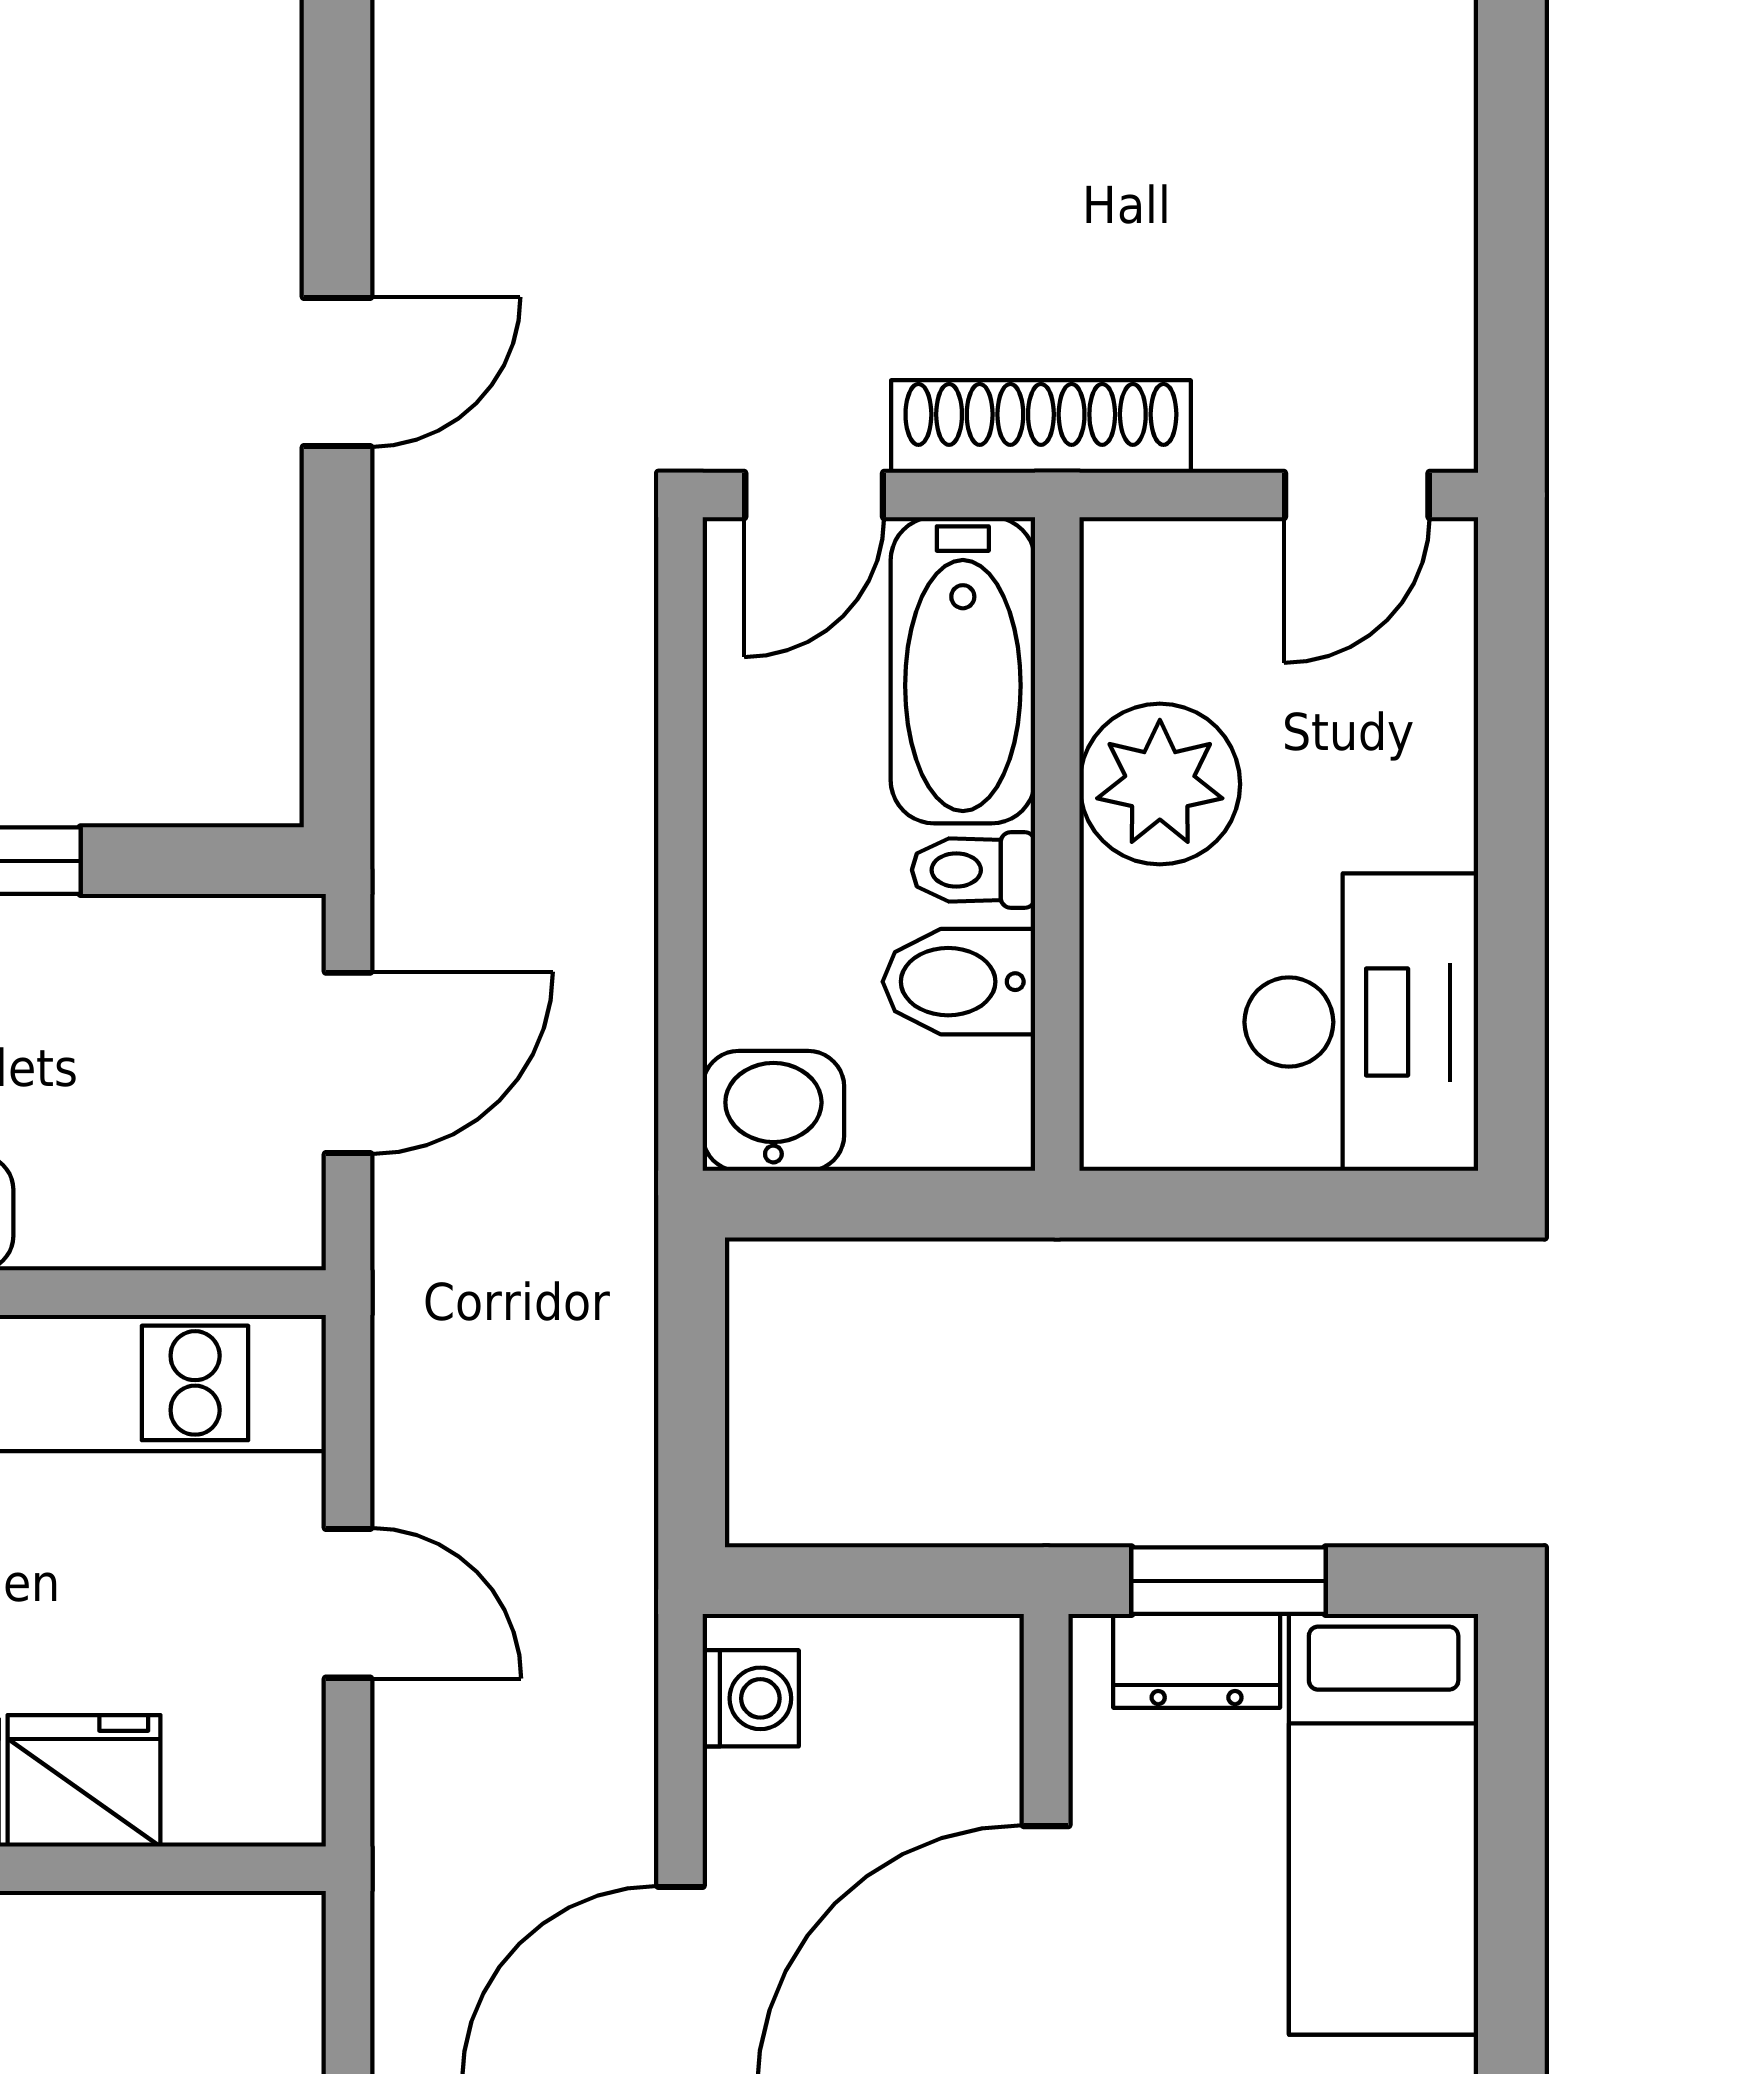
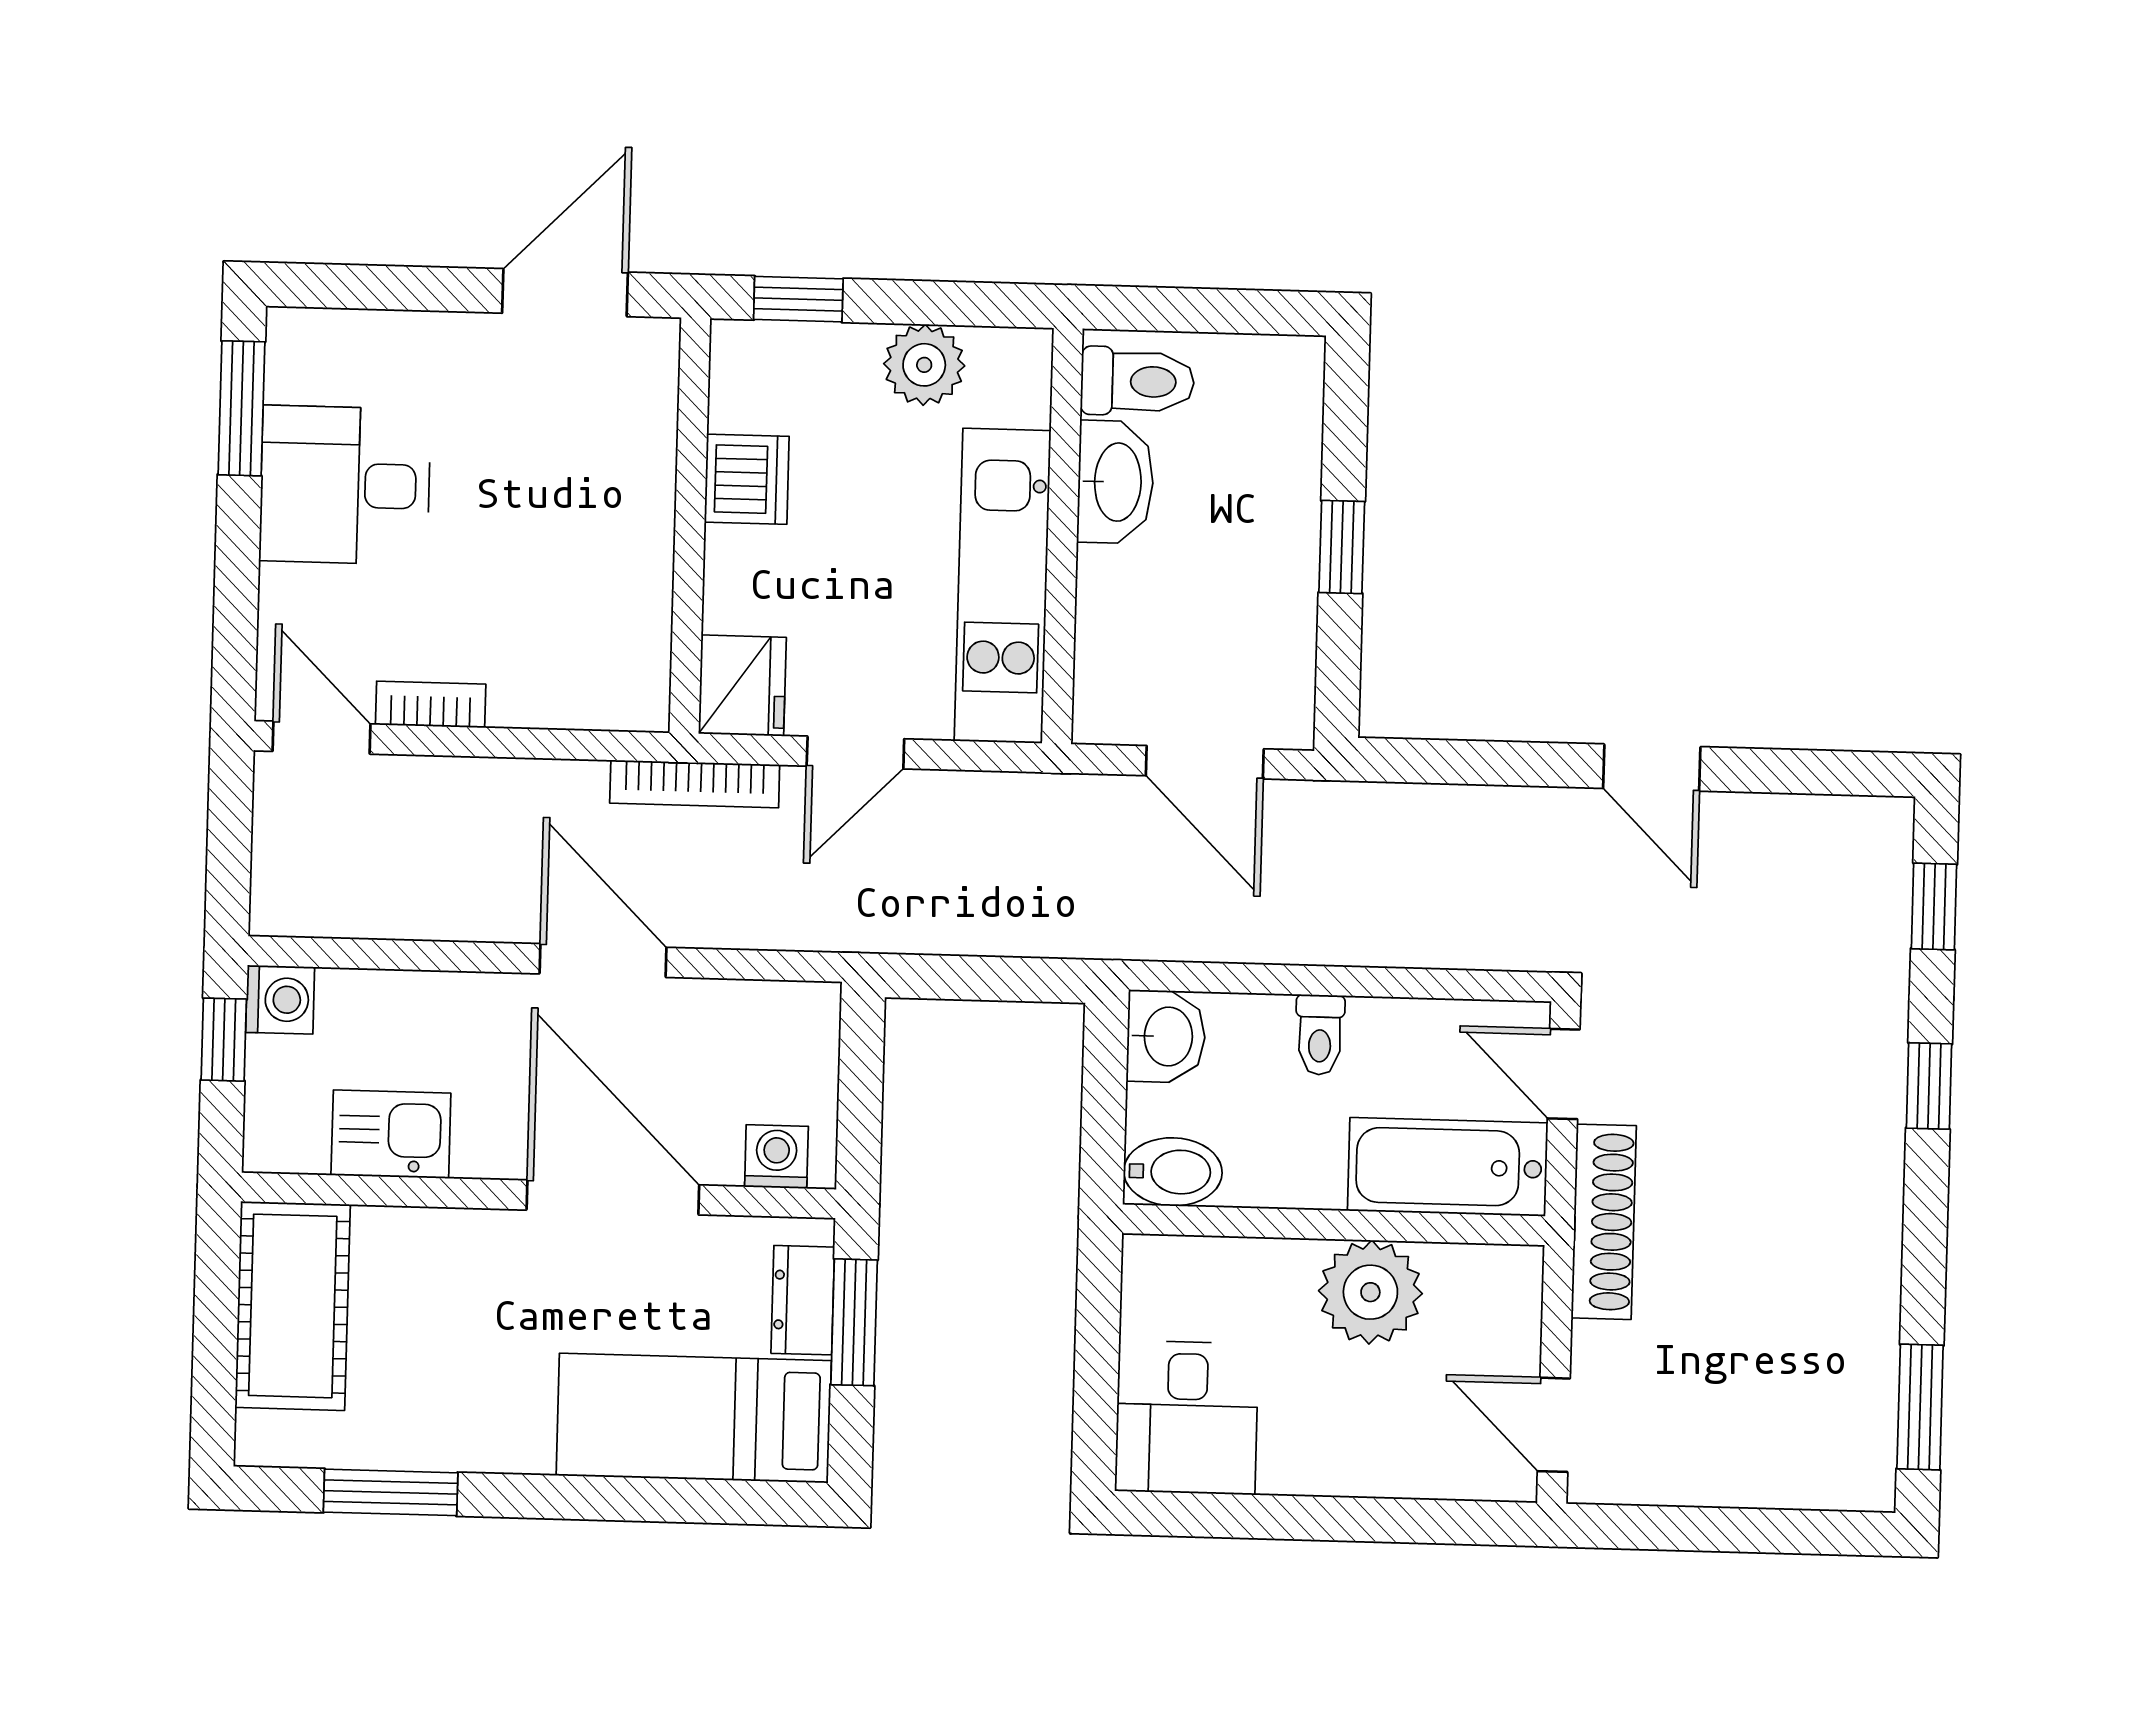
toilet: (973, 870) -> (1320, 1035), moved, turned 180
bidet: (959, 982) -> (1173, 1172), moved, turned 90
desk: (1361, 1022) -> (1187, 1417), width x0.73
washing machine: (751, 1698) -> (776, 1157), moved, turned 180
fridge: (84, 1781) -> (742, 686), moved
bookcase: (404, 1850) -> (695, 784), added

